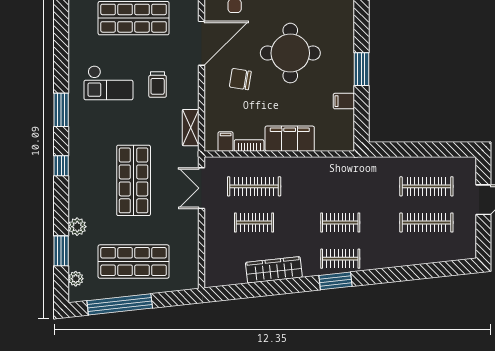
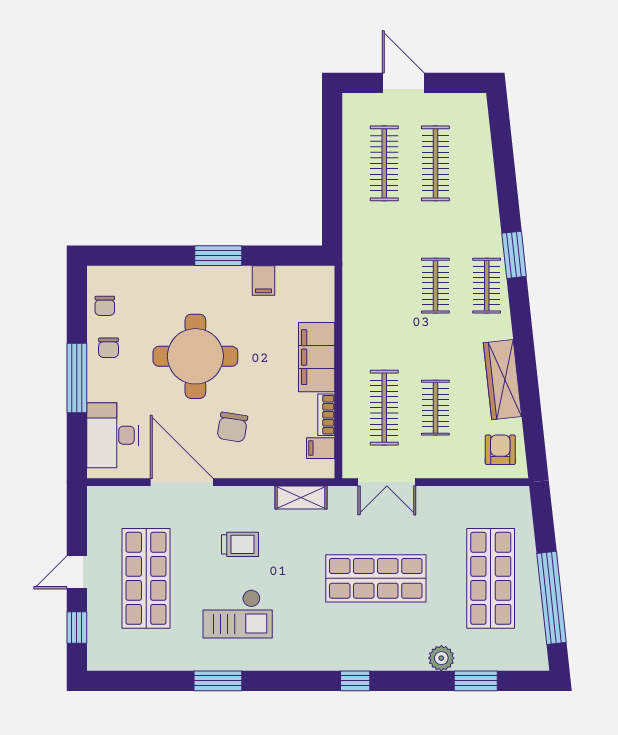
checkout: (108, 83) -> (238, 614), turned 90
window: (61, 110) -> (218, 681), moved
armchair: (224, 268) -> (500, 450), added
plant: (76, 279) -> (515, 660), removed
window: (335, 281) -> (514, 255), moved

